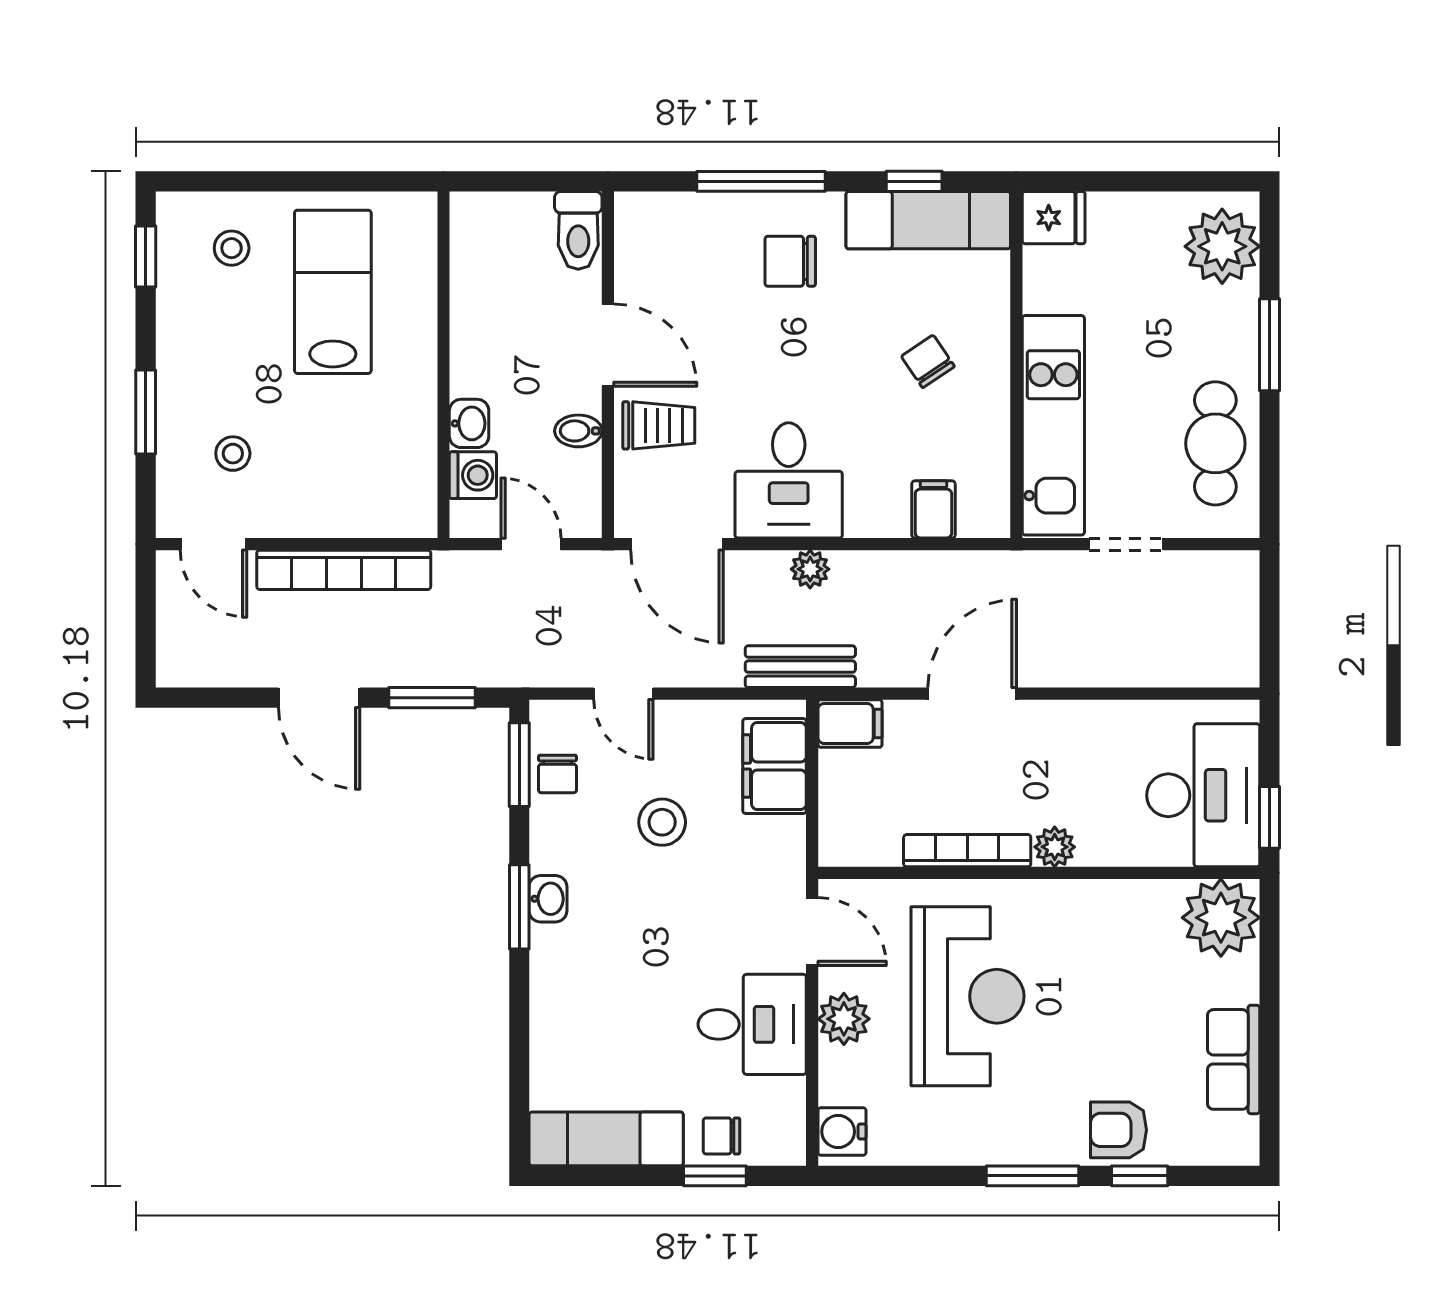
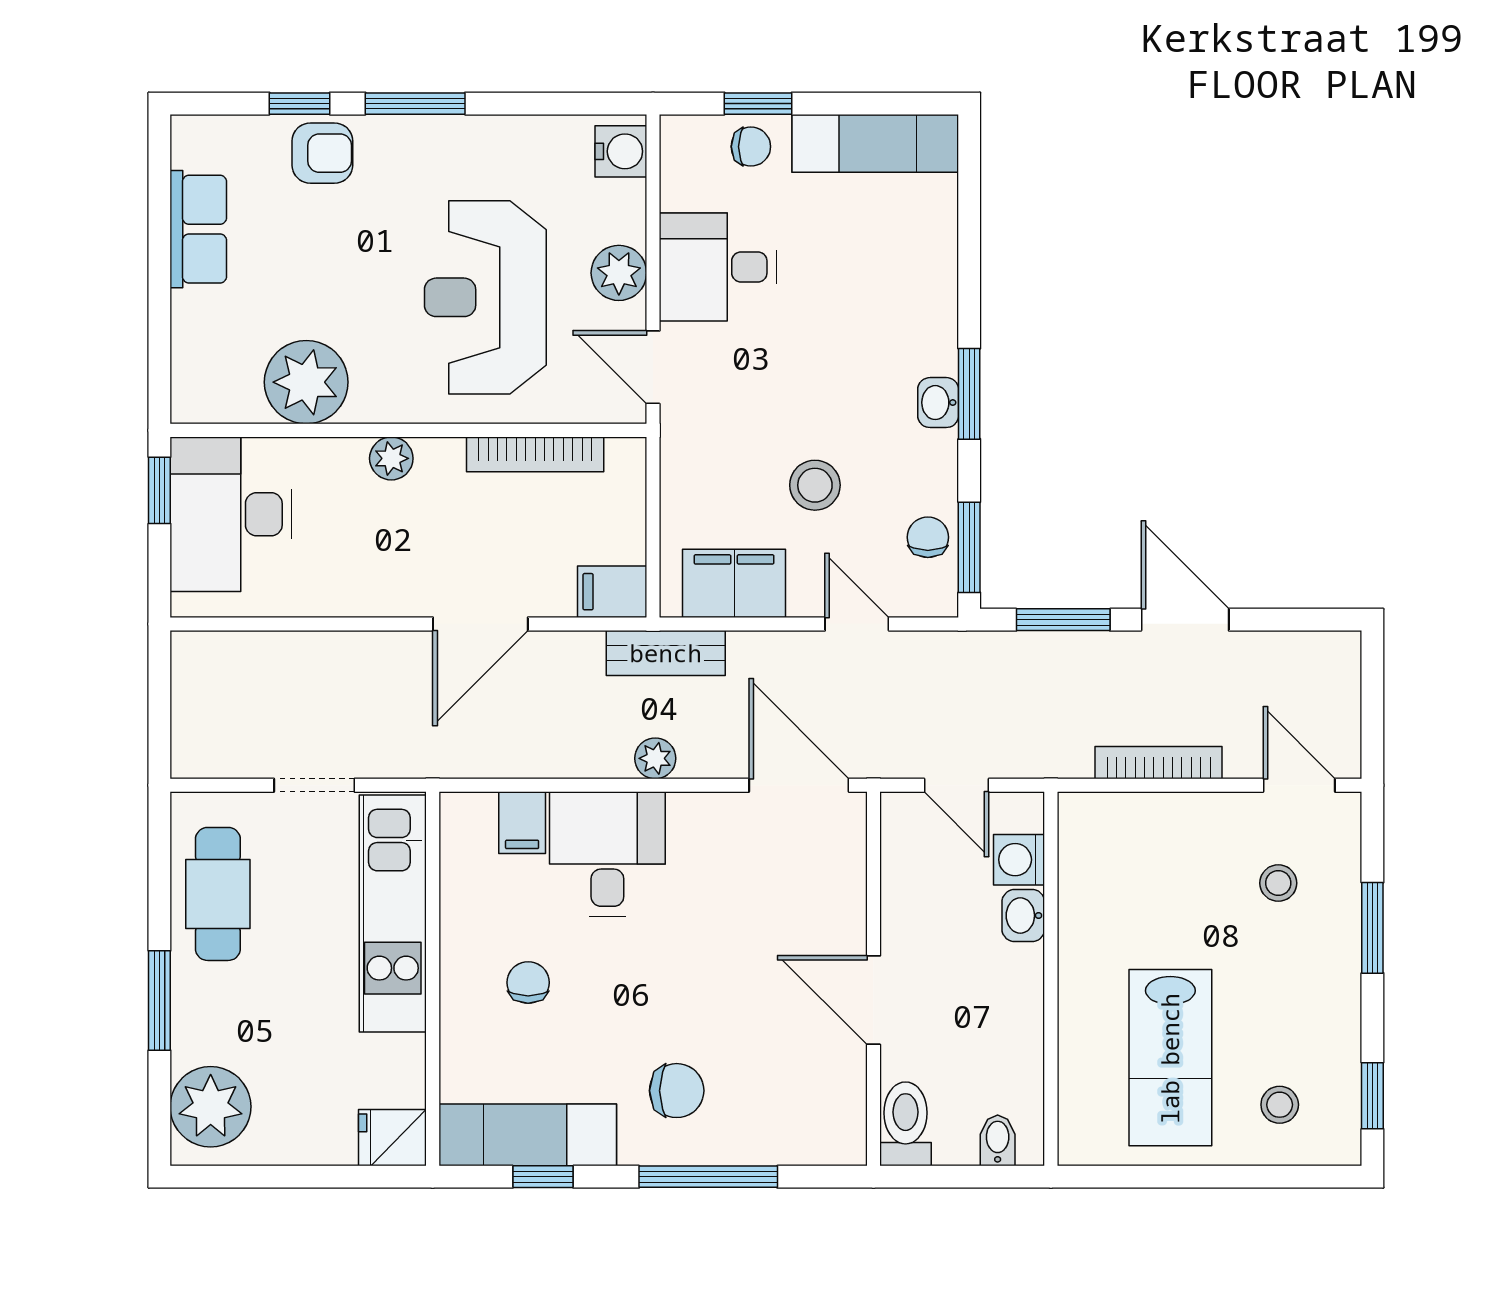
chair: (928, 361) -> (528, 983), turned -146
trolley: (659, 425) -> (819, 913), removed
bidet: (578, 431) -> (998, 1140), moved, turned -90
desk: (789, 480) -> (607, 854), moved
bookcase: (344, 570) -> (1159, 763), width x0.68, depth x0.76
filing cabinet: (774, 766) -> (734, 583), moved, turned -90
bookcase: (967, 851) -> (535, 454), moved
plant: (1221, 918) -> (306, 382), moved

